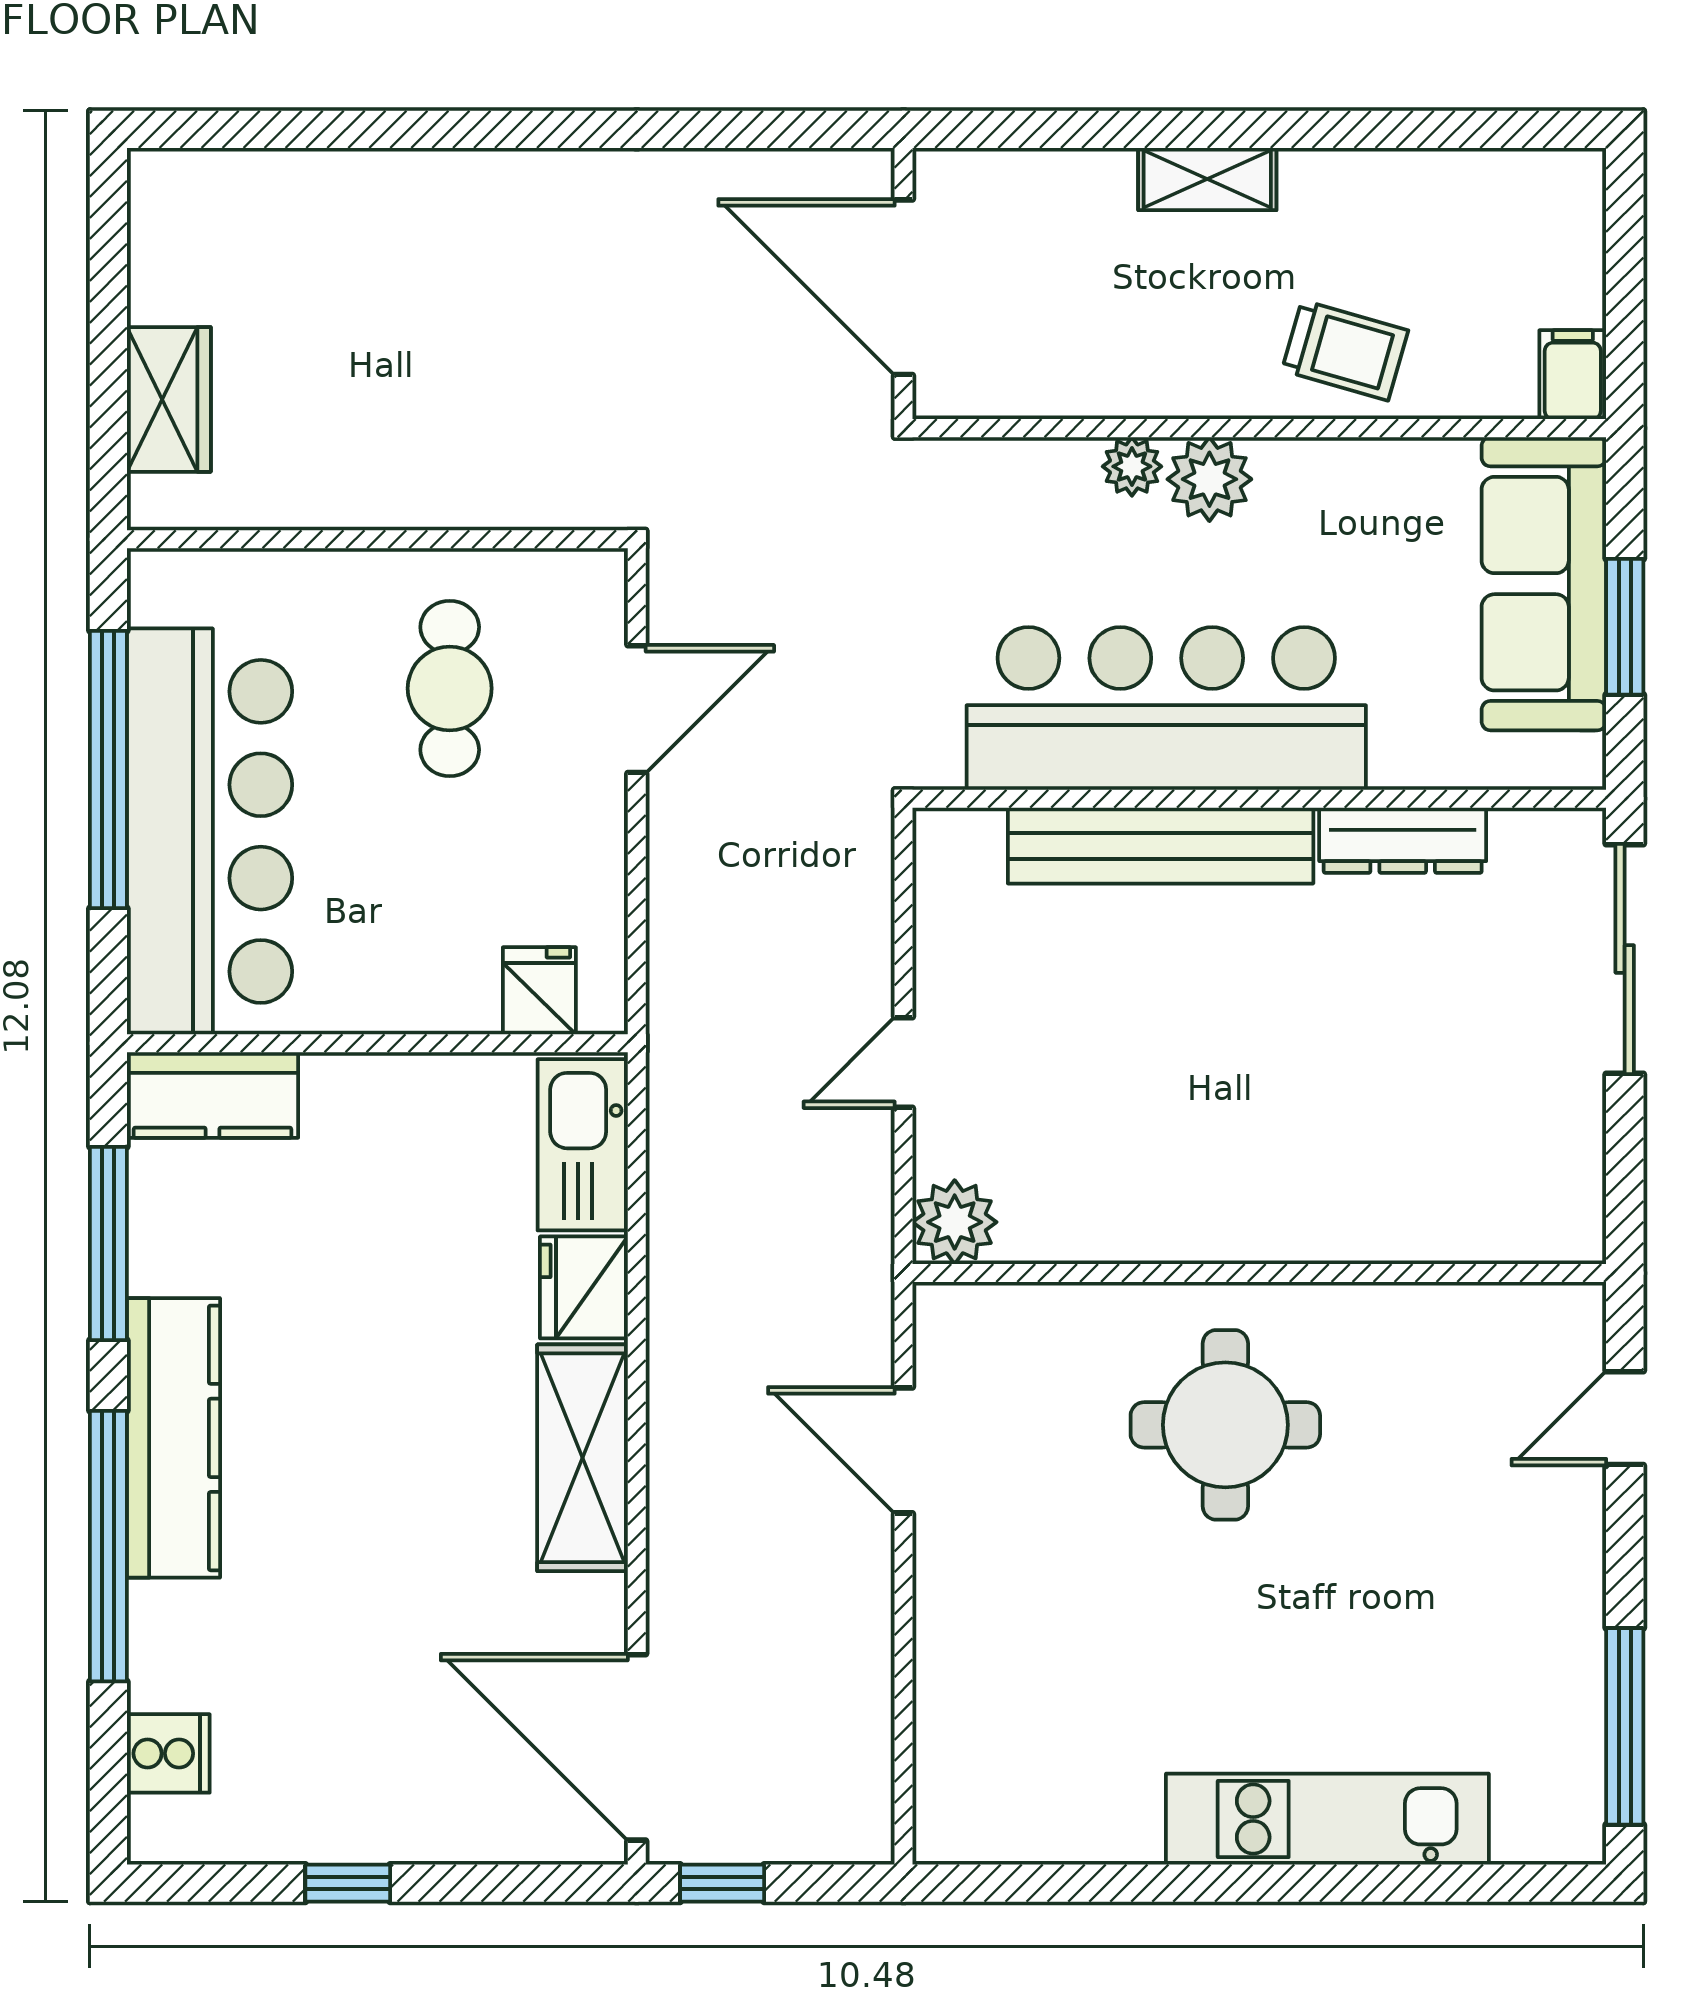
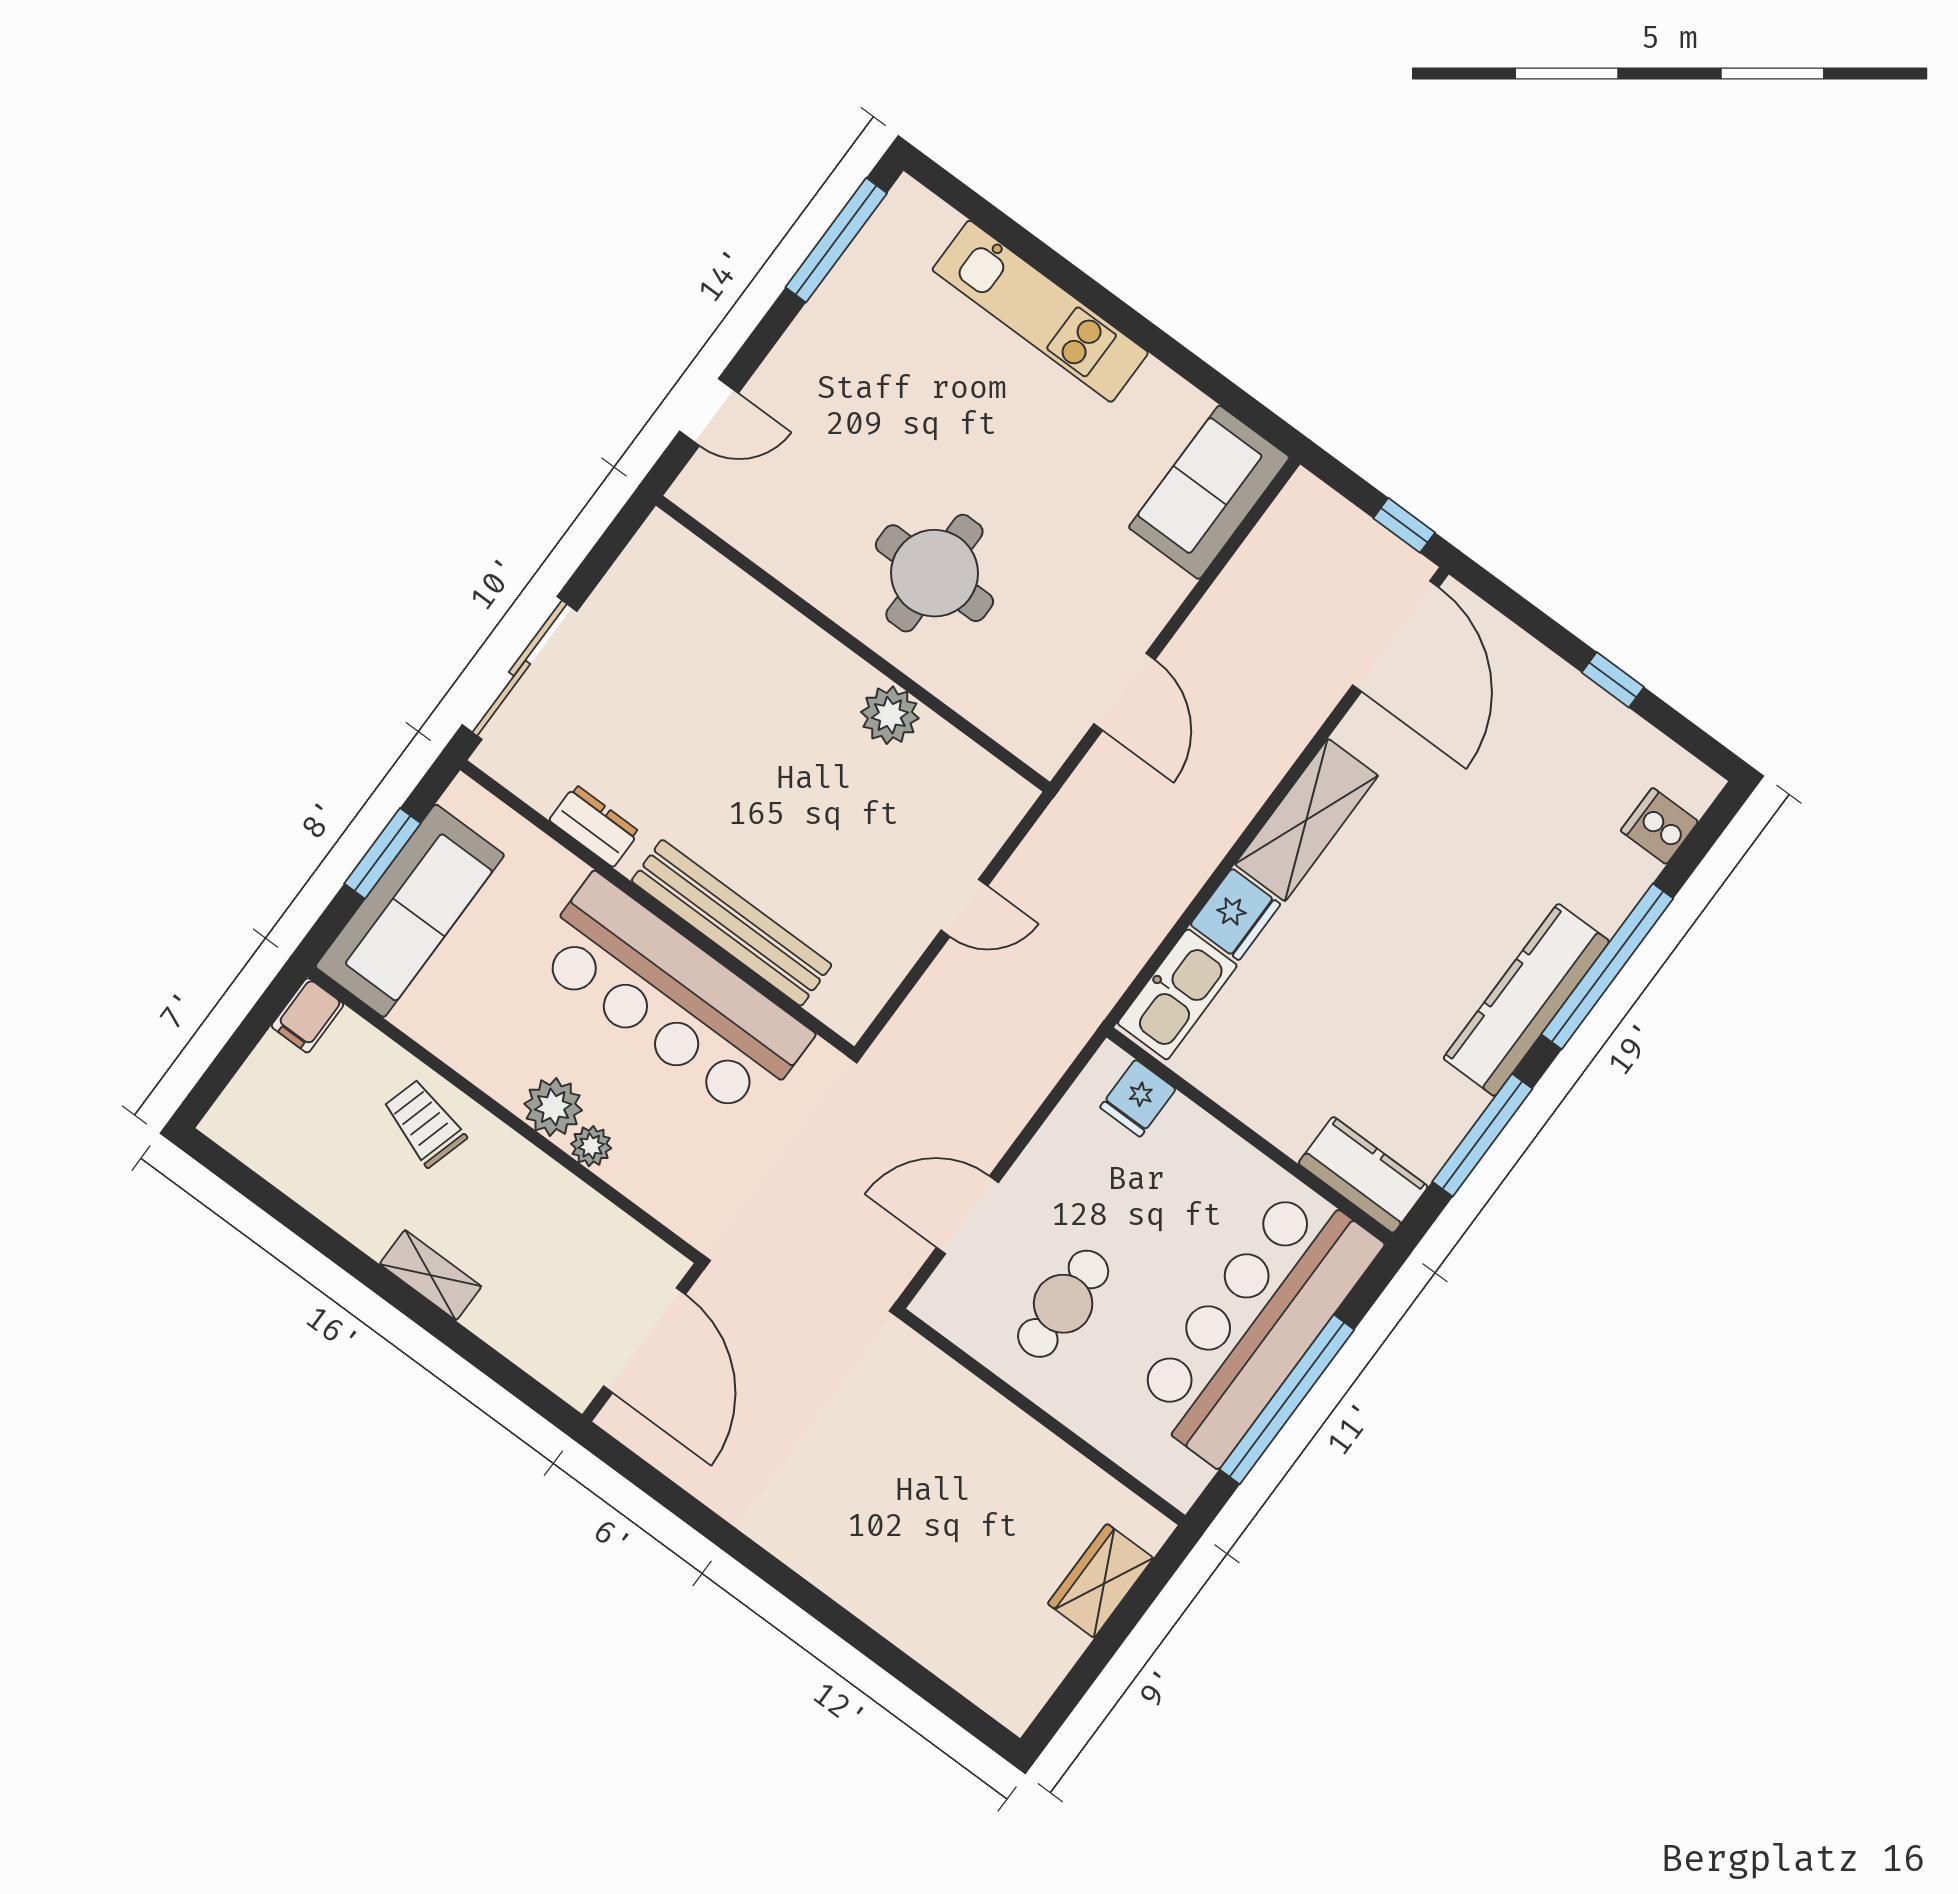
dresser: (1403, 840) -> (594, 826), width x0.70
plant: (955, 1222) -> (890, 715), moved
sofa: (976, 1754) -> (1209, 492), added

